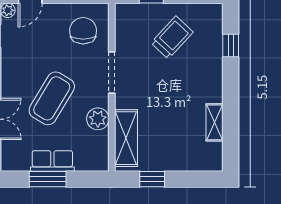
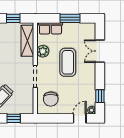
coffee table: (52, 98) -> (68, 62), turned -31
row of seats: (52, 161) -> (50, 28), moved

